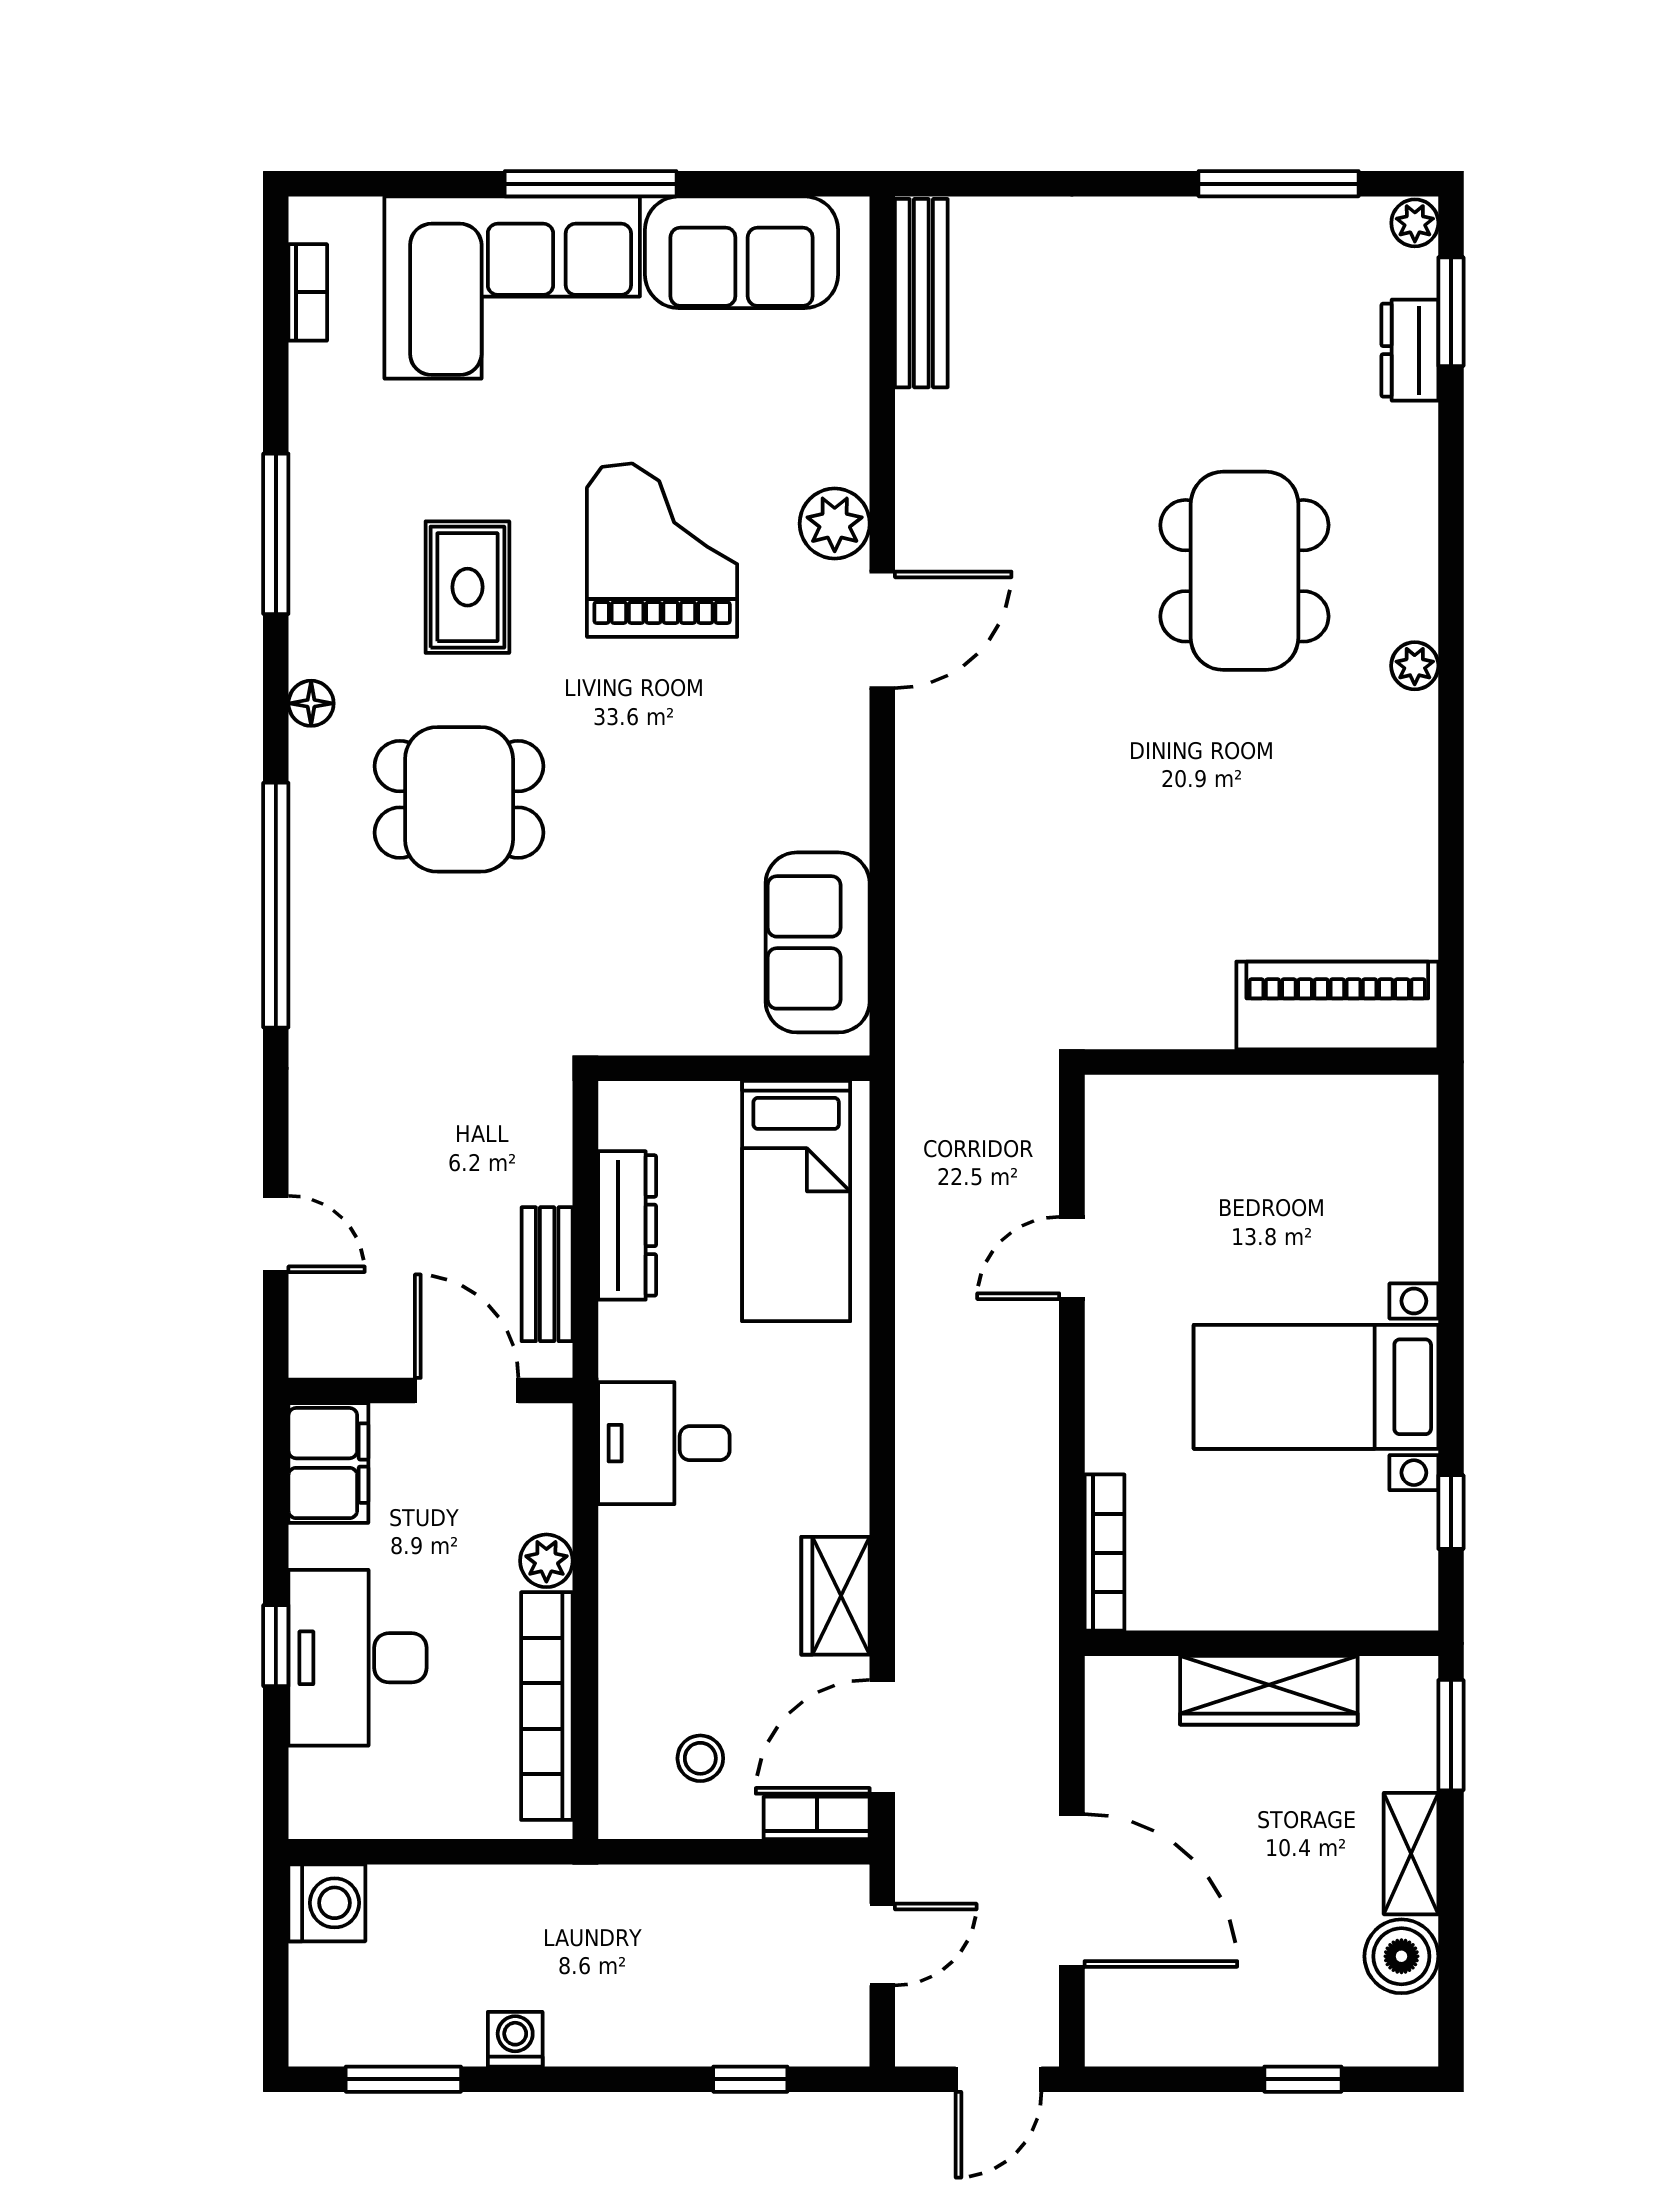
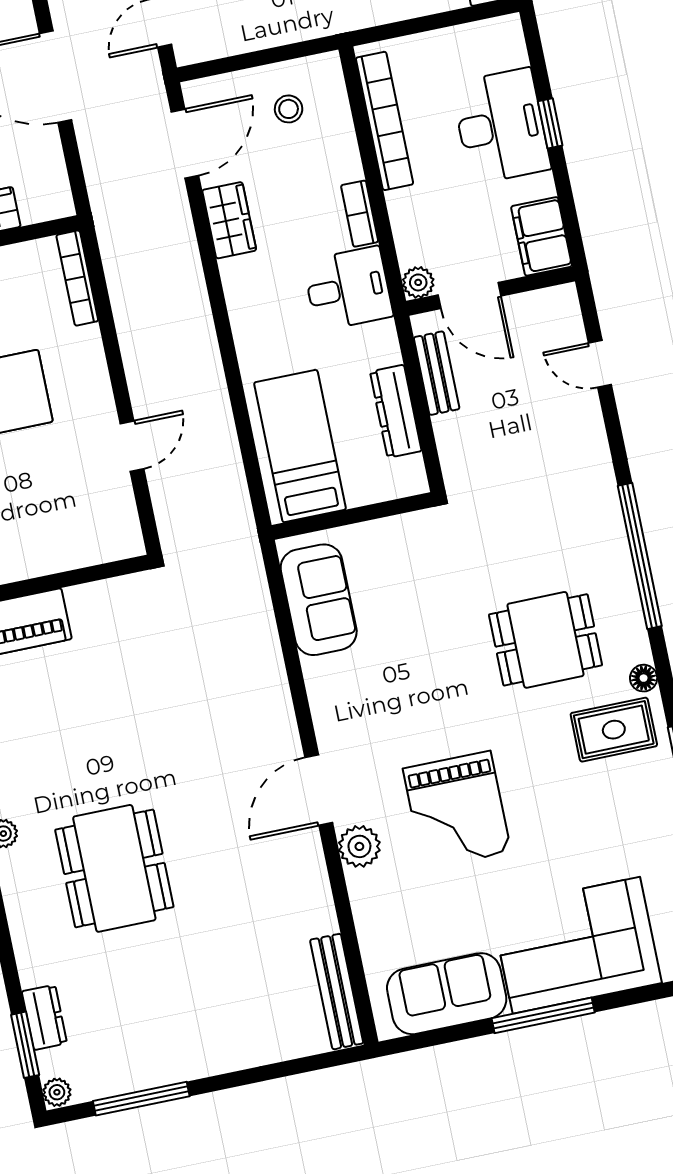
rug: (467, 587) -> (614, 730), moved, turned 90
plant: (546, 1561) -> (418, 282), moved
bookcase: (817, 1818) -> (360, 214), moved, turned 90

